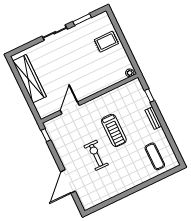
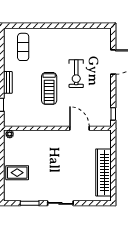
door: (70, 108) -> (79, 128), swing flipped
treadmill: (114, 130) -> (49, 88), turned 180

